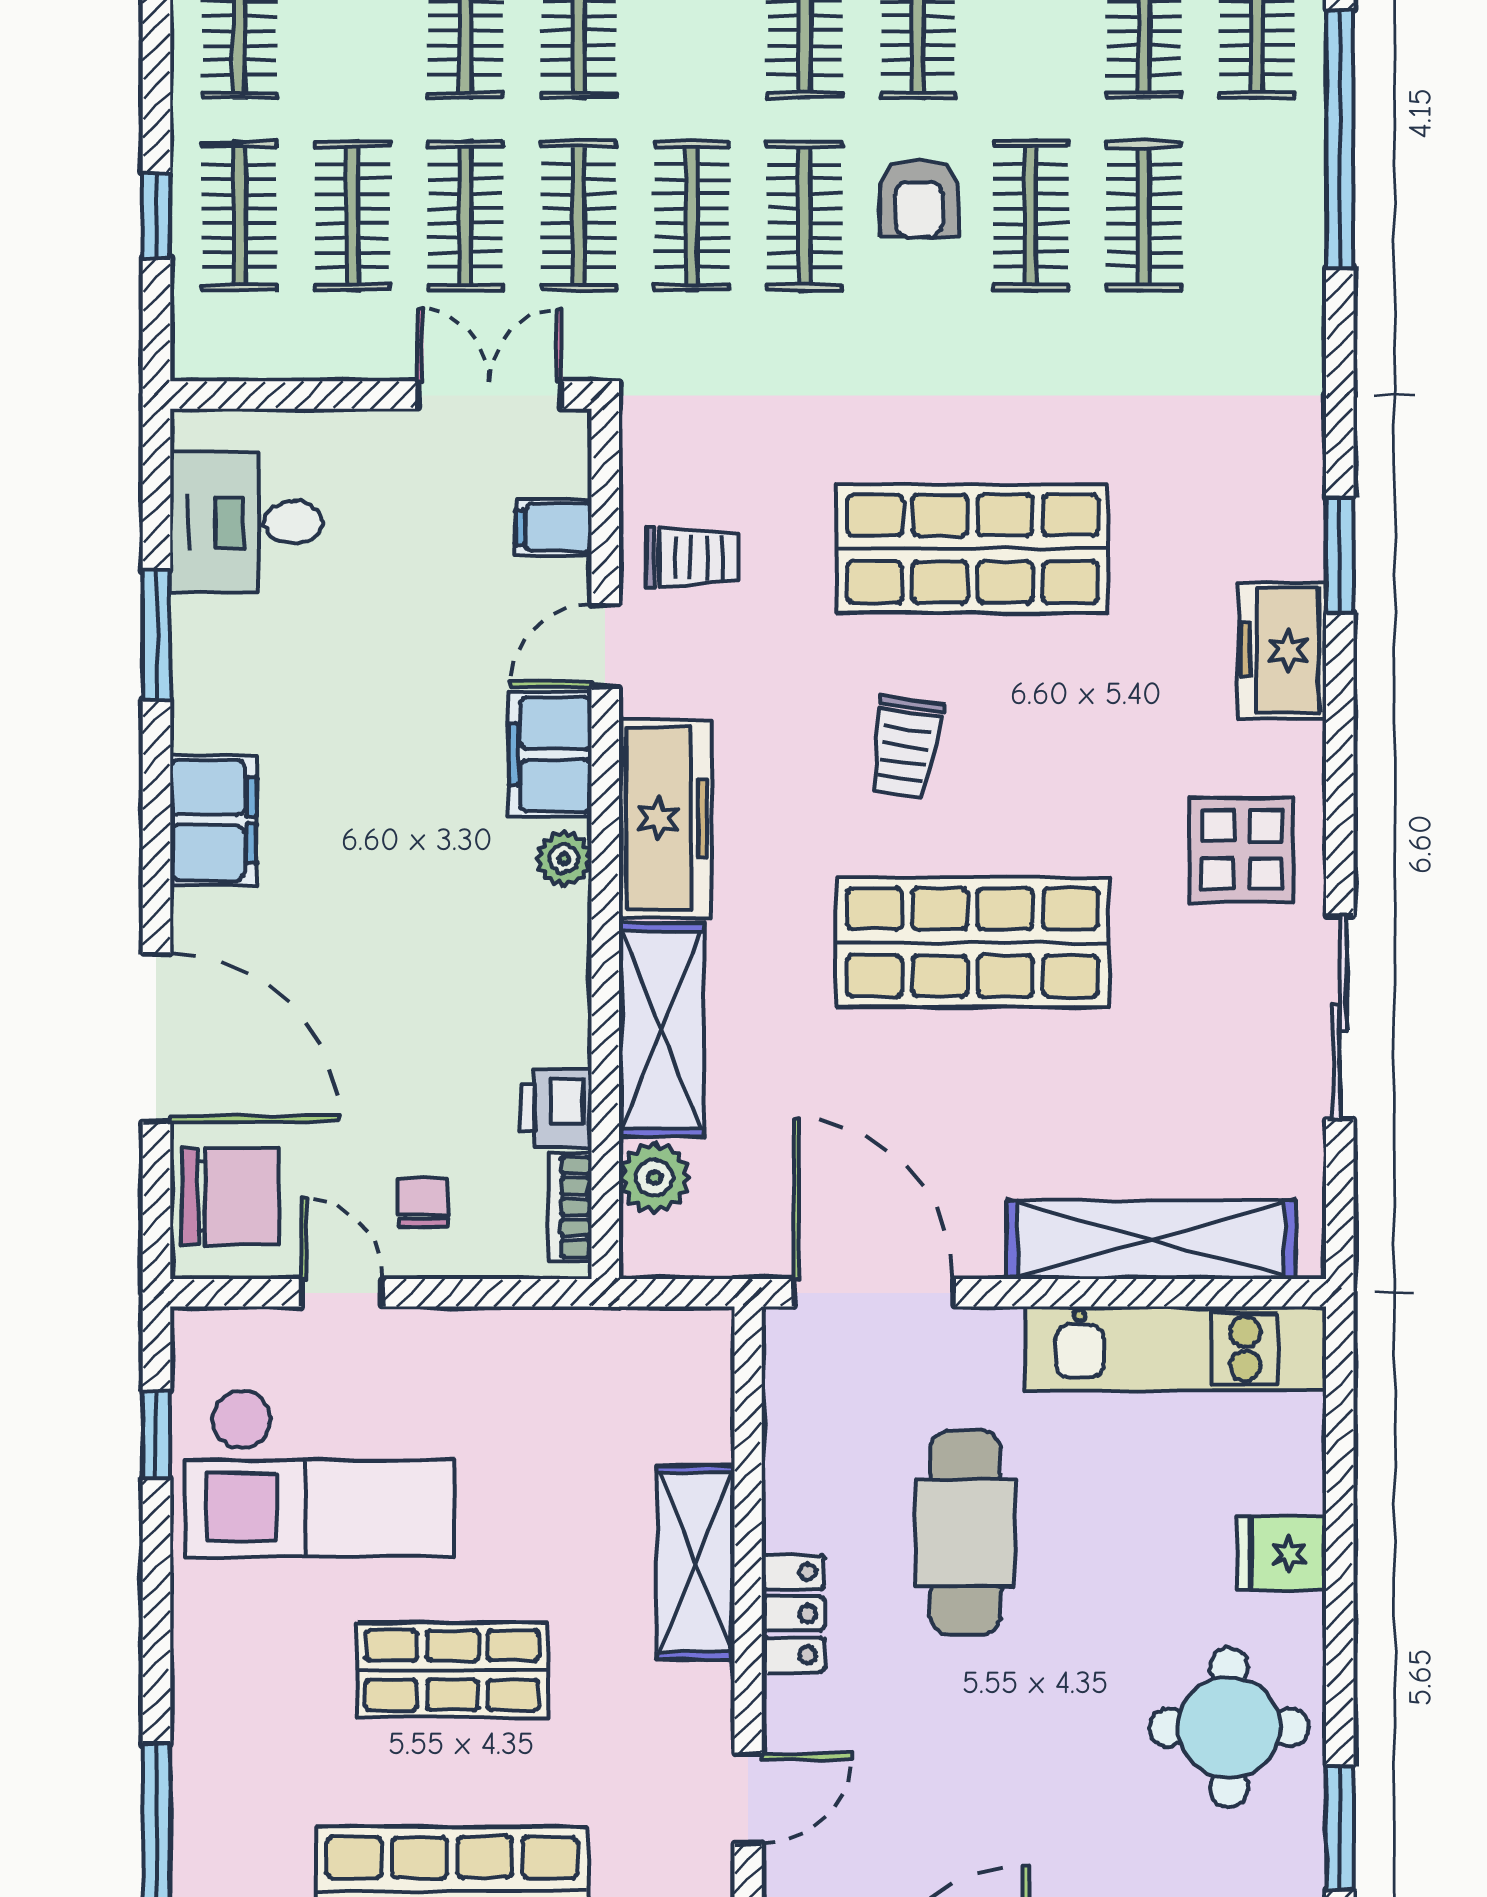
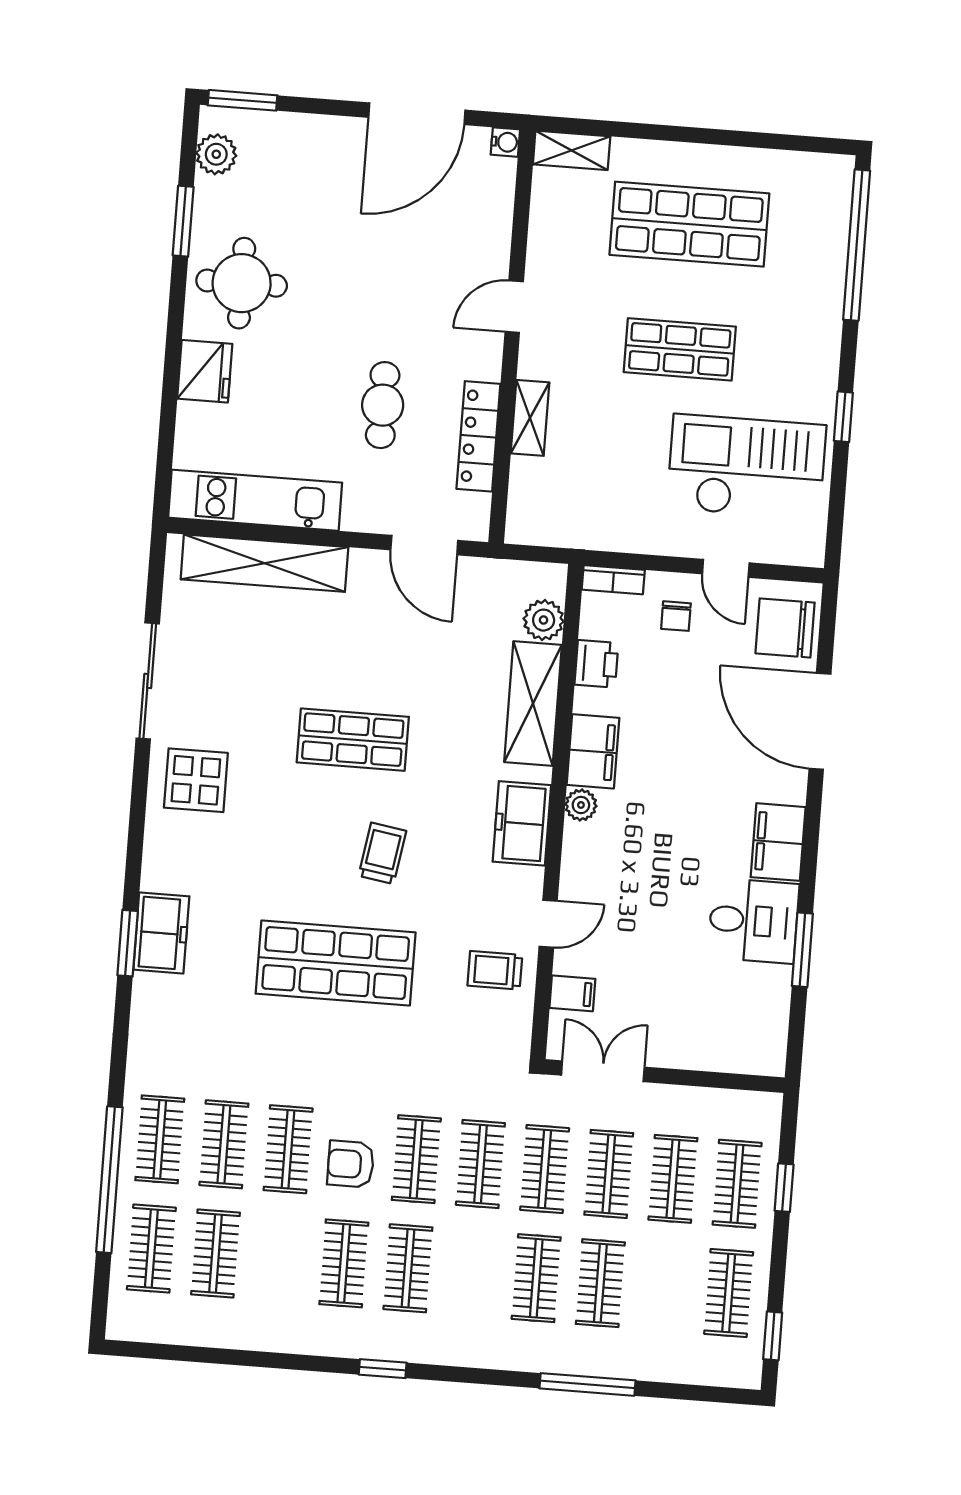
armchair: (919, 198) -> (351, 1164), turned -90
clothes rail: (1257, 216) -> (160, 1139), added
double door: (490, 395) -> (603, 1071), swing flipped
desk: (246, 522) -> (753, 921), moved
freezer: (1282, 650) -> (161, 933), moved
filing cabinet: (550, 754) -> (593, 751), moved
freezer: (665, 818) -> (522, 823), width x0.71
shop shelf: (973, 942) -> (353, 740), width x0.70, depth x0.74
bookcase: (570, 1207) -> (613, 580), moved, turned 90
door: (873, 1293) -> (424, 545), width x0.73
window: (156, 1435) -> (843, 417), moved
cafe table: (965, 1533) -> (383, 405), width x0.73, depth x0.74
fridge: (1282, 1553) -> (205, 371), width x1.38
shelving: (696, 1562) -> (530, 418), width x0.67, depth x0.75
locker: (793, 1613) -> (478, 436), moved, width x1.53
door: (748, 1798) -> (514, 307), moved

